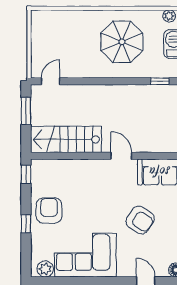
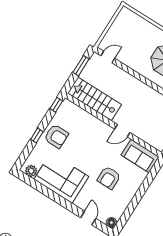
door: (121, 156) -> (122, 131), swing flipped
armchair: (49, 211) -> (56, 136), turned 90
armchair: (140, 220) -> (109, 178), turned 57

